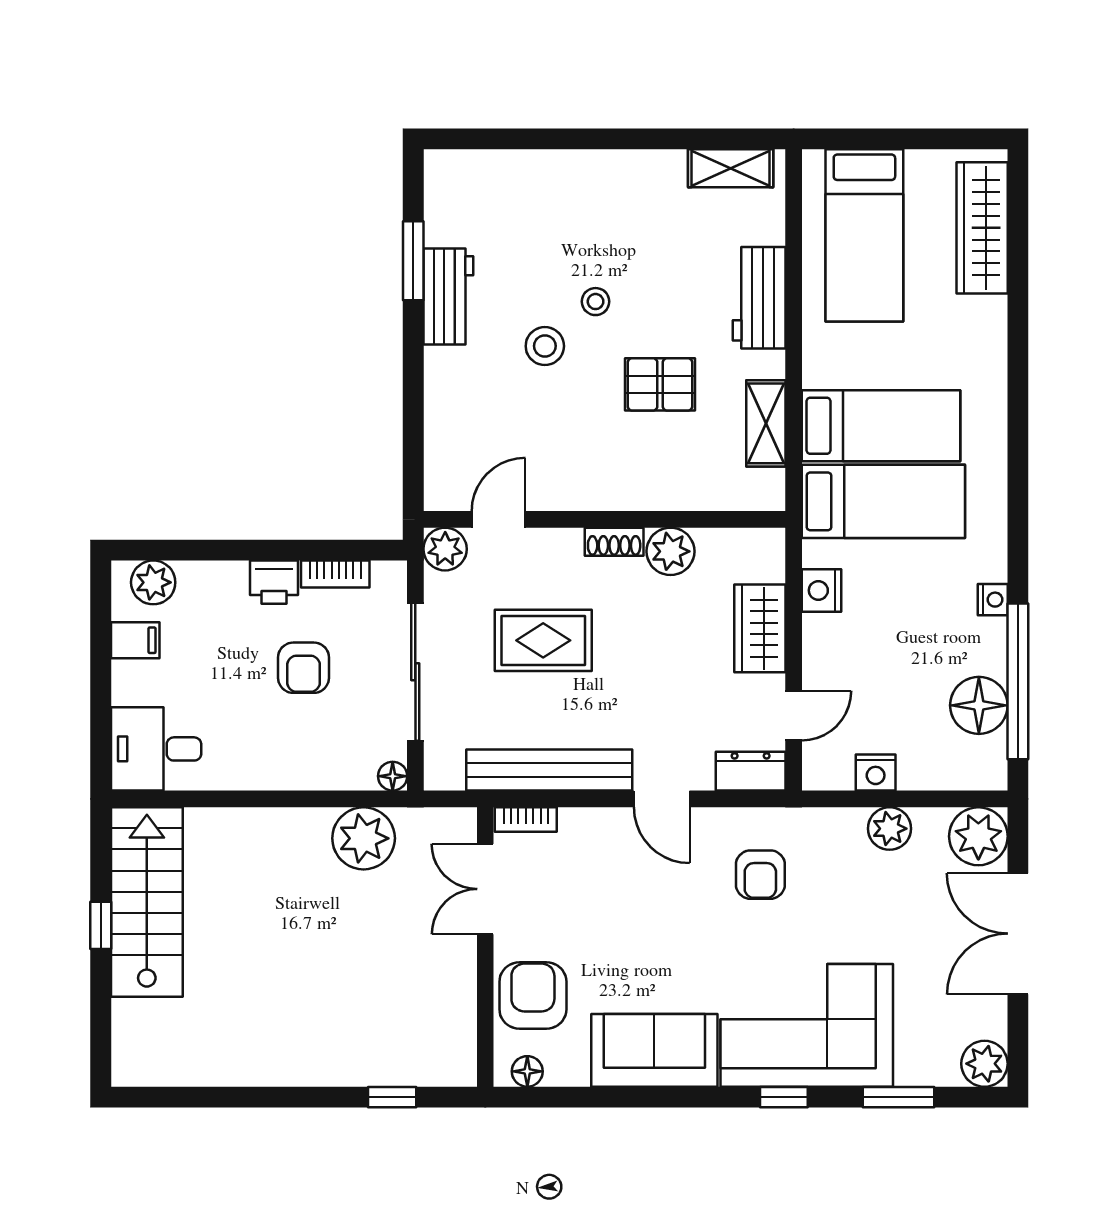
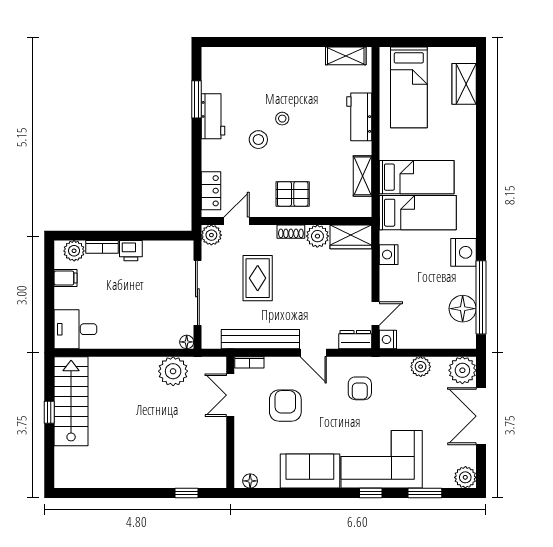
wardrobe: (982, 228) -> (464, 84), width x0.67
pallet: (660, 384) -> (293, 194), moved
locker: (444, 455) -> (211, 191), added
bookcase: (335, 574) -> (102, 247), moved
nightstand: (993, 600) -> (464, 252), width x1.89, depth x1.79
wardrobe: (760, 628) -> (351, 237), moved, turned -90
rug: (543, 640) -> (258, 278), turned 90
armchair: (304, 668) -> (145, 291), removed
nightstand: (876, 773) -> (388, 340), moved, turned 90
armchair: (533, 996) -> (285, 406), moved

